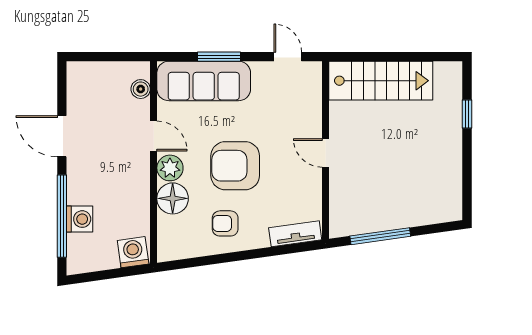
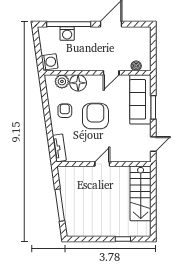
plant: (170, 168) -> (62, 81), moved
window: (380, 236) -> (60, 205), moved

